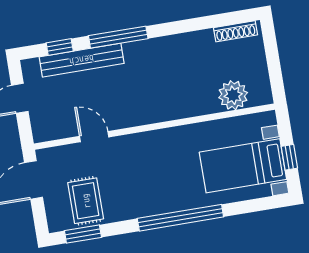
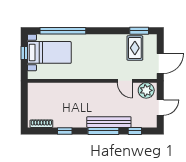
window: (190, 25) -> (65, 131), added
bench: (82, 60) -> (109, 122), moved
plant: (233, 95) -> (146, 90), moved
window: (180, 218) -> (63, 31), moved

